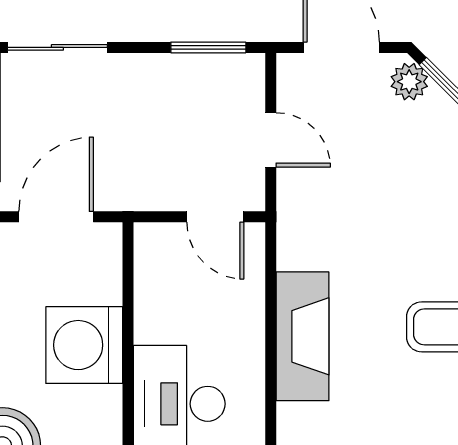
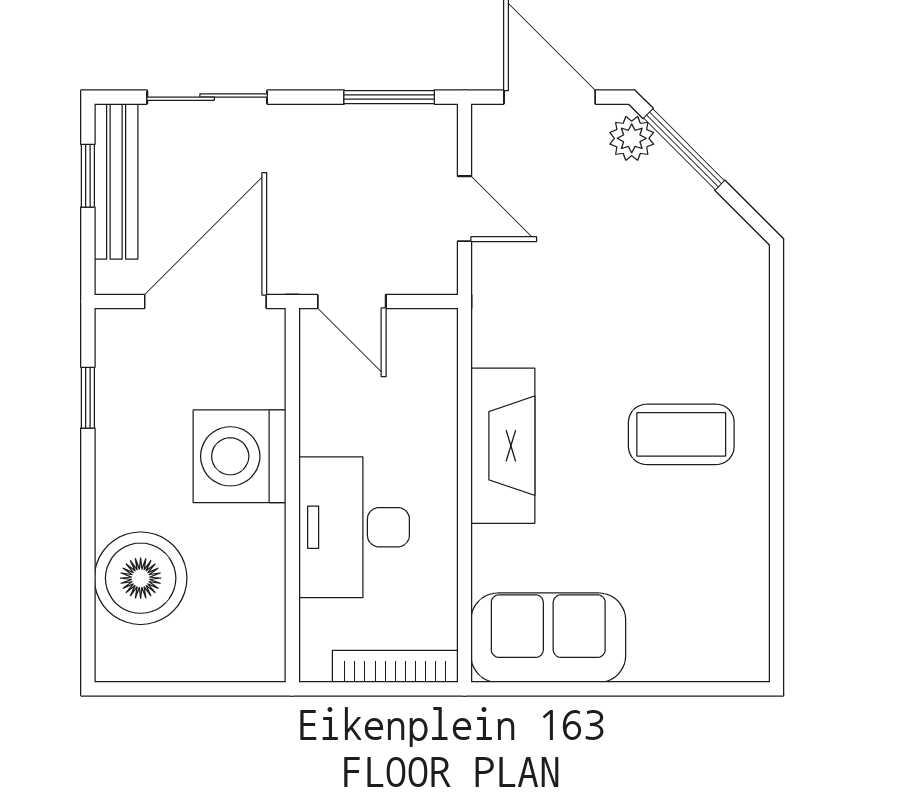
door: (56, 217) -> (205, 302), width x1.36
door: (215, 217) -> (352, 302), moved

